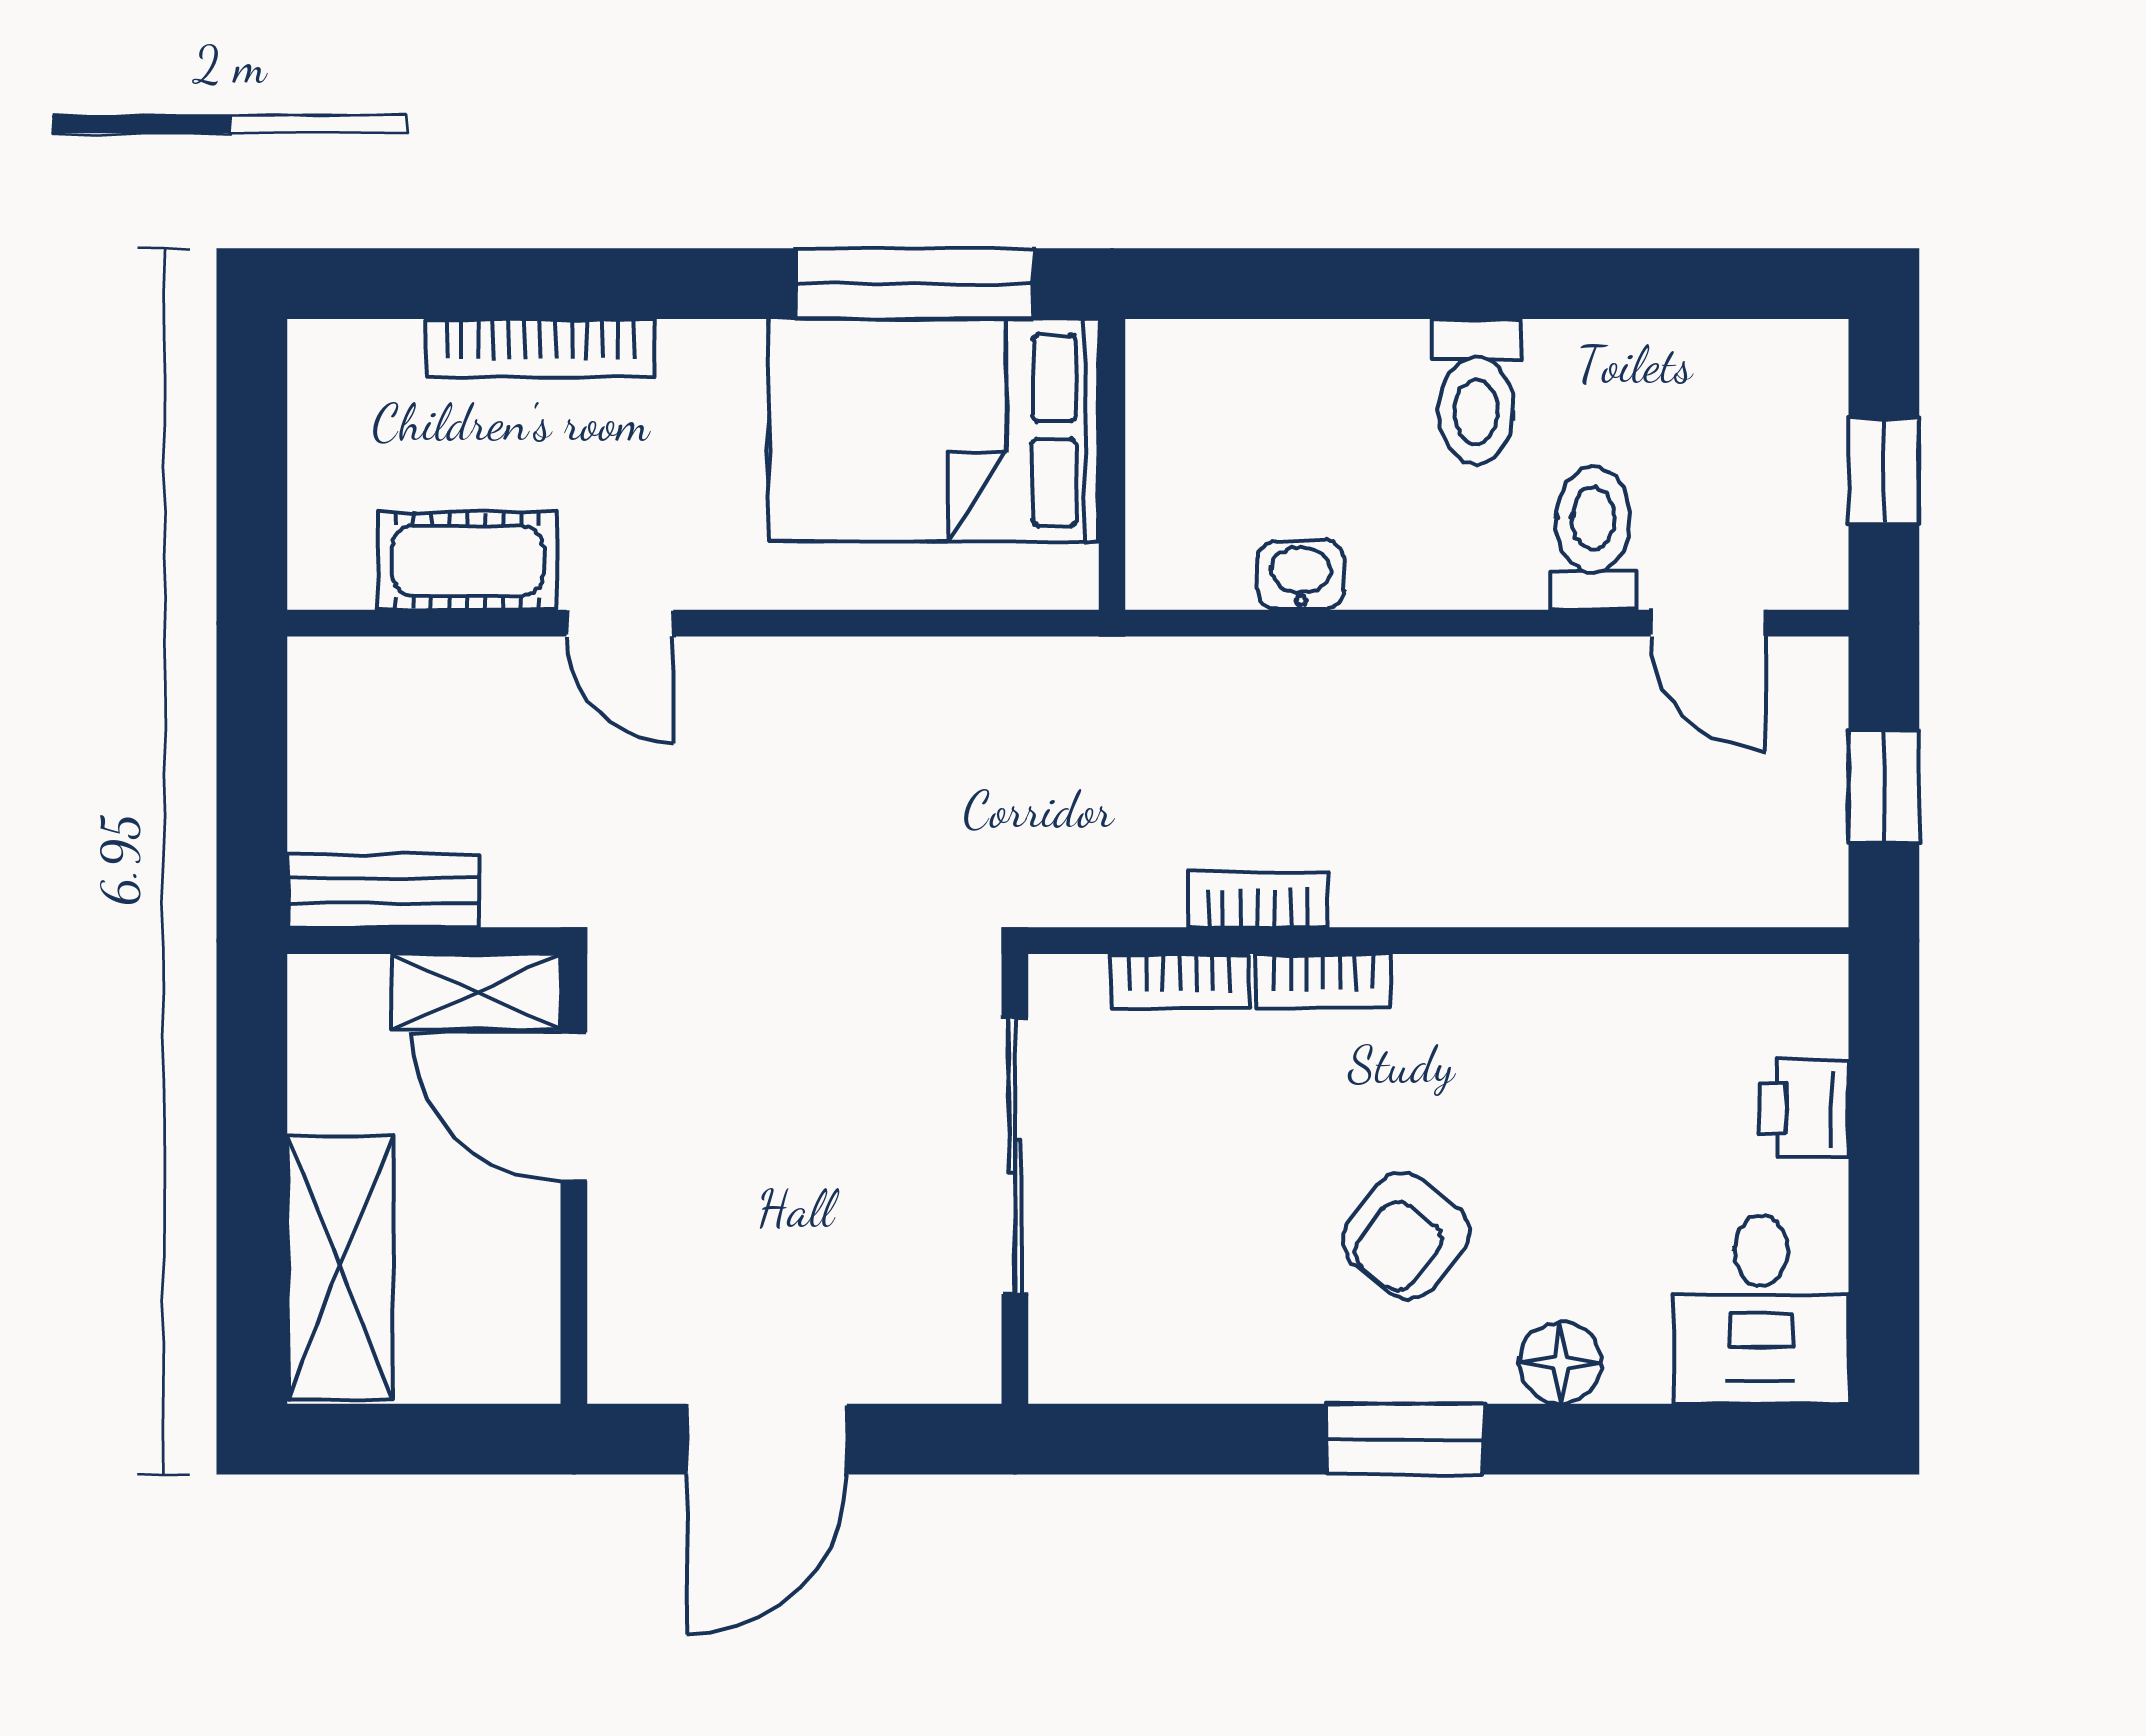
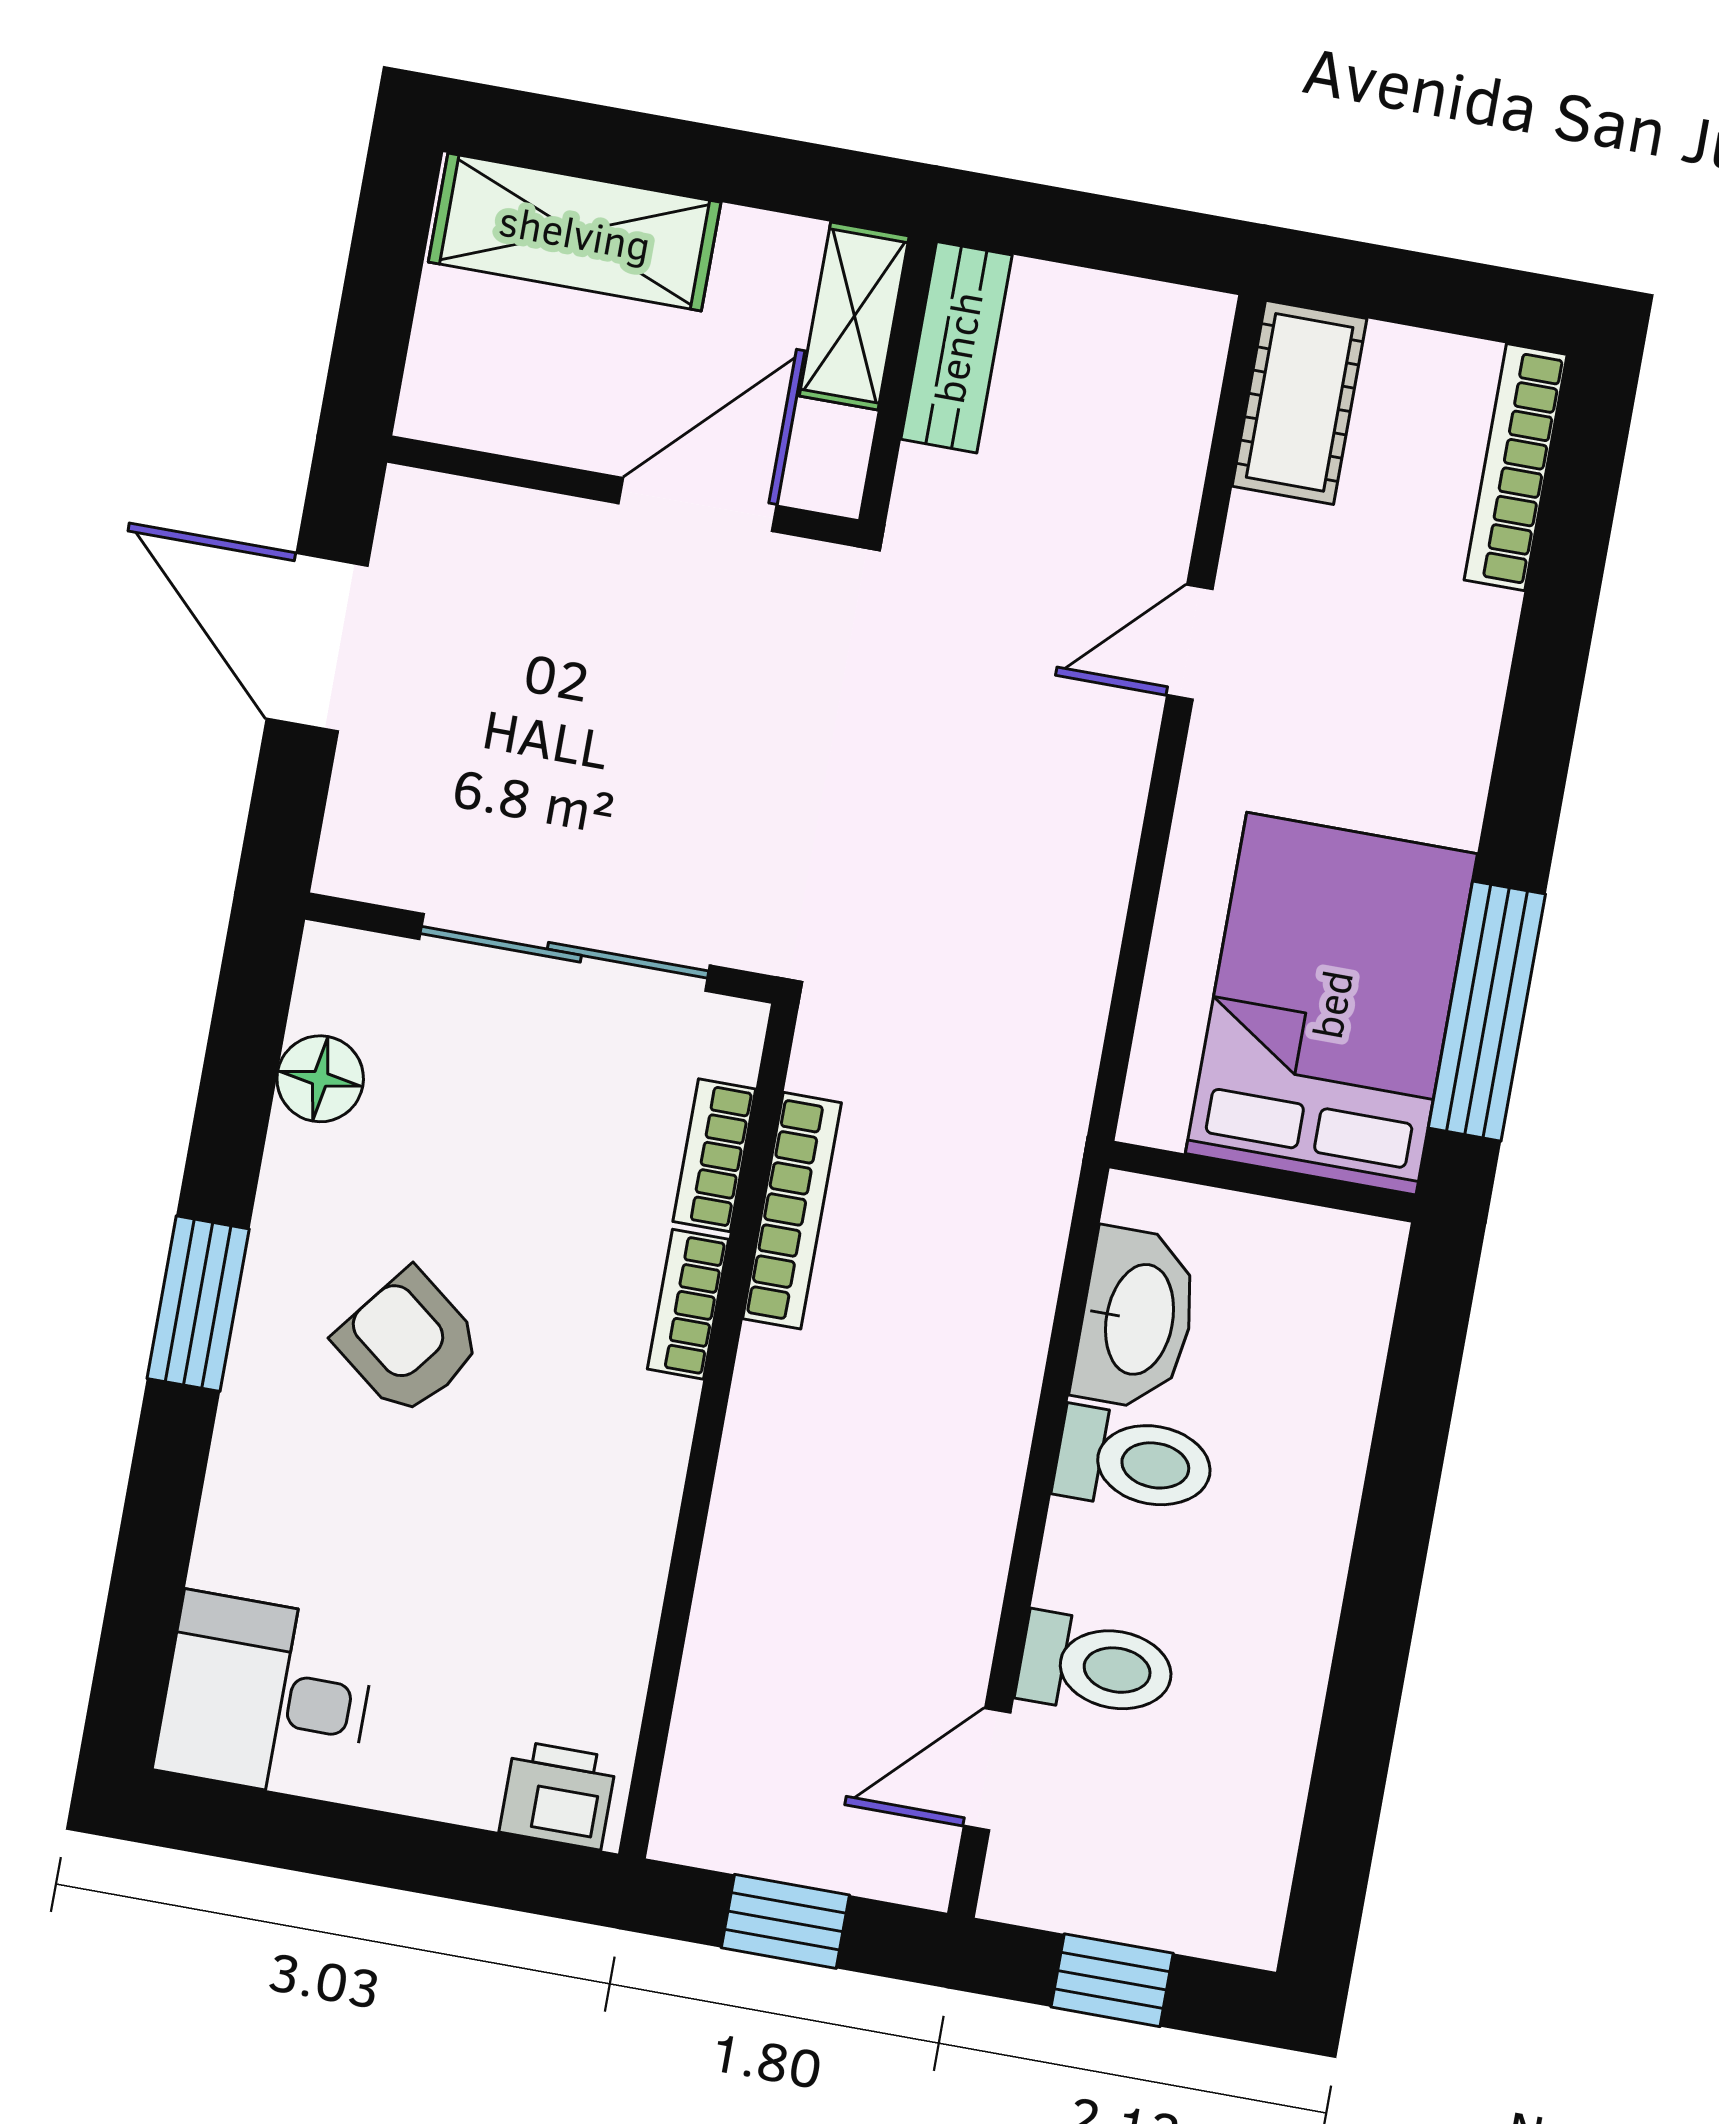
bookcase: (540, 348) -> (1516, 467), moved
toilet: (1476, 391) -> (1134, 1462), moved, turned 180
cot: (467, 561) -> (1300, 402), moved
washbasin: (1301, 575) -> (1136, 1319), width x1.91, depth x1.45
bookcase: (1258, 899) -> (792, 1211), width x1.56
shelving: (477, 992) -> (854, 316), moved
printer: (1804, 1109) -> (558, 1795), moved
floor lamp: (1561, 1363) -> (320, 1079), moved

